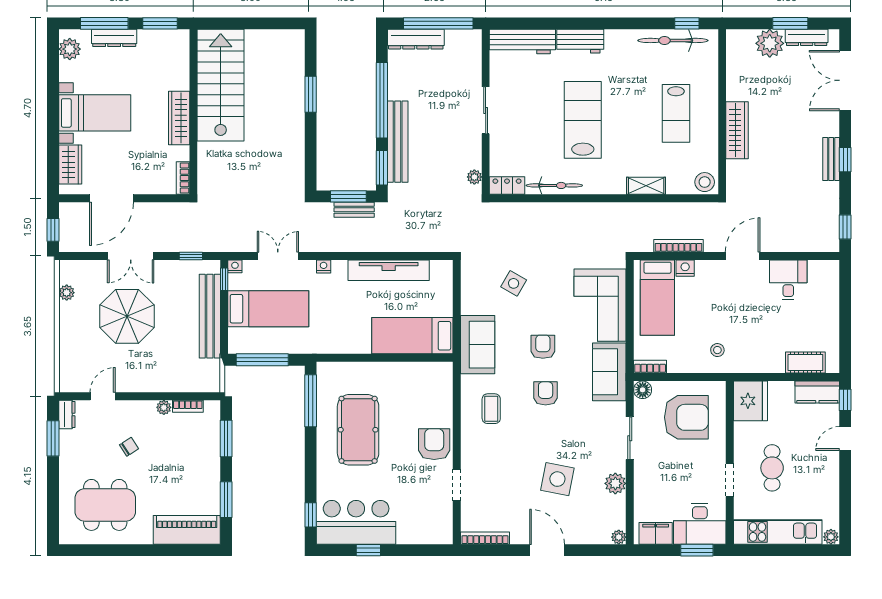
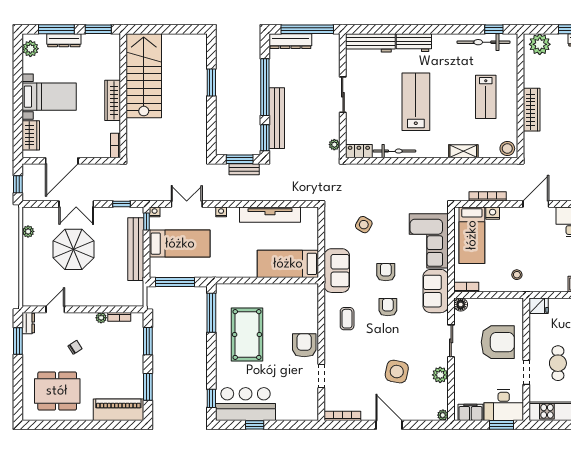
plant: (770, 43) -> (540, 44), moved
fridge: (751, 401) -> (539, 306), width x0.53, depth x0.75
armchair: (686, 417) -> (498, 342), moved

